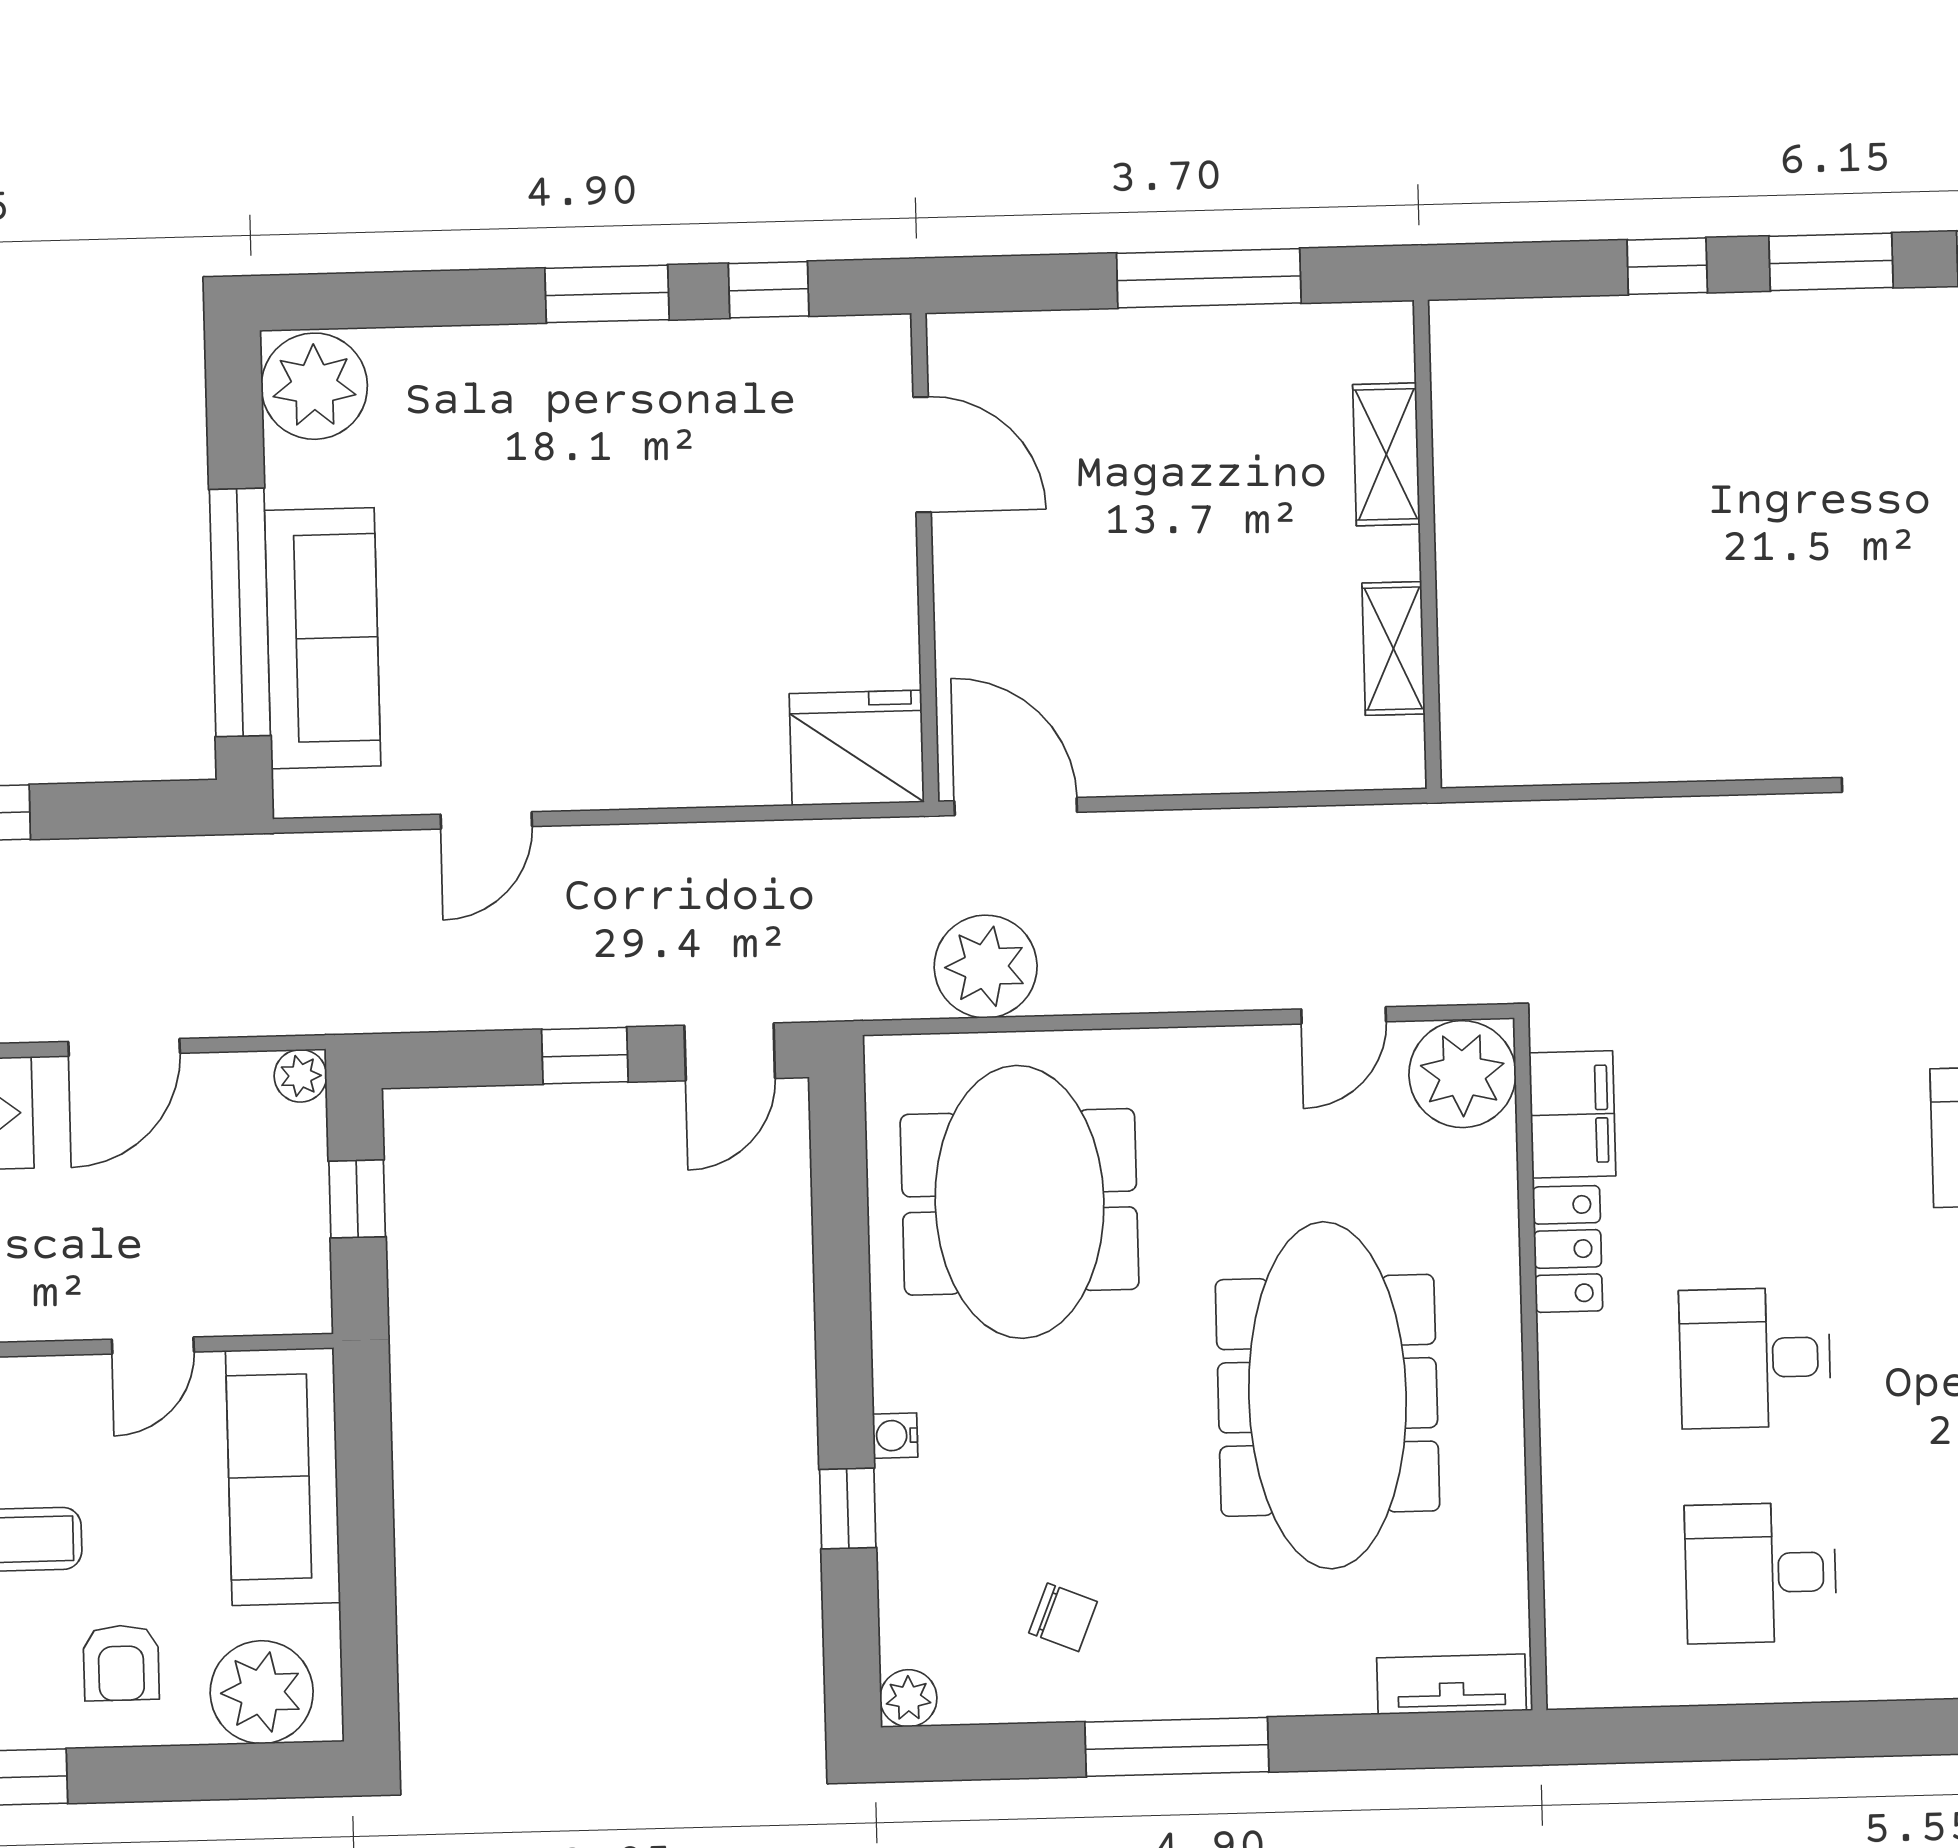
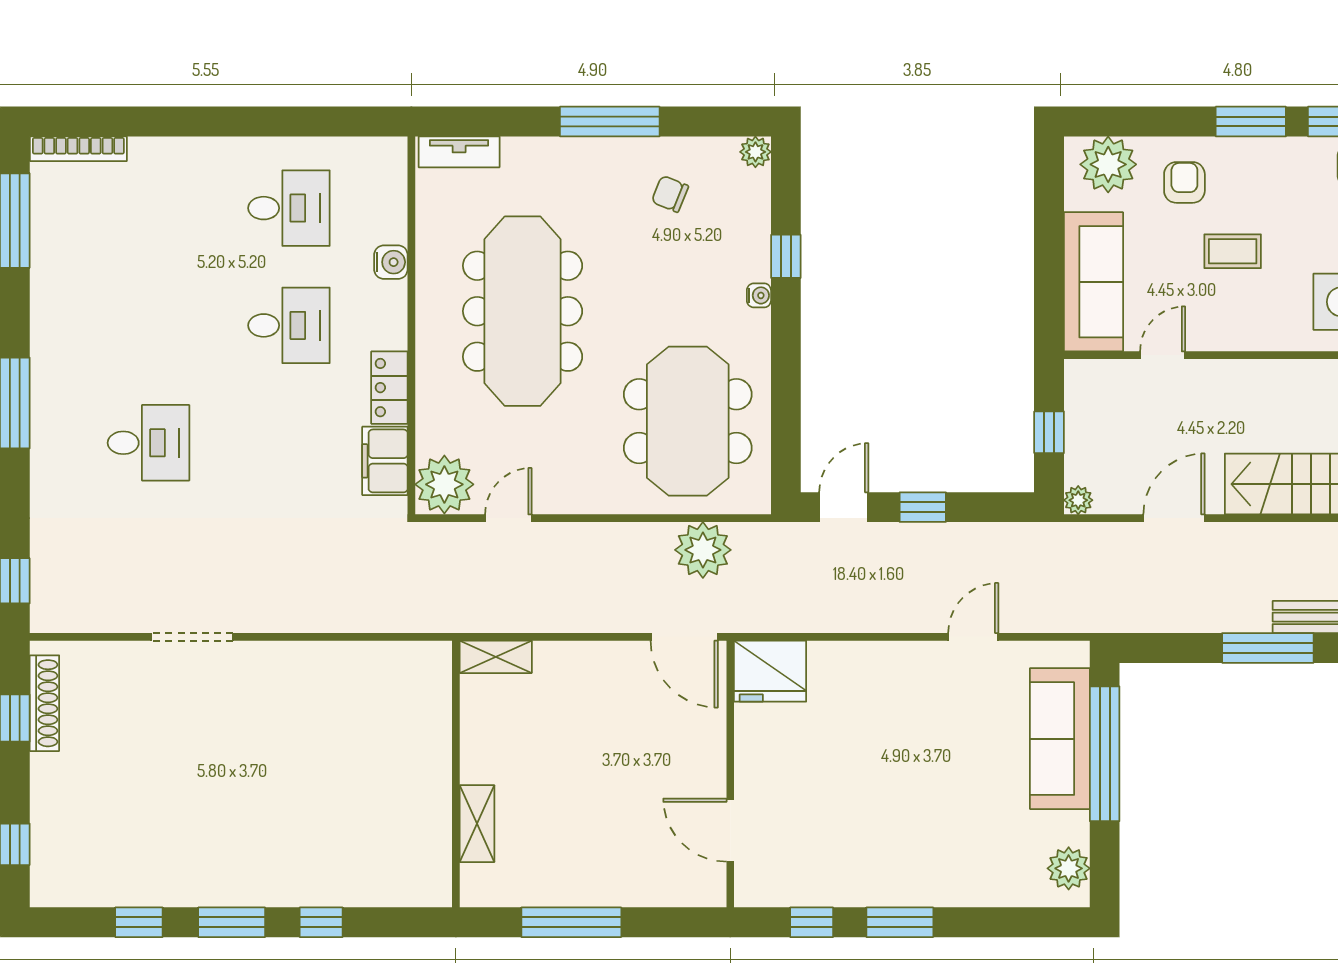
plant: (314, 386) -> (1069, 868), width x0.73, depth x0.73
shelving: (1393, 649) -> (496, 657), moved, turned 90
water cooler: (1571, 1479) -> (391, 262), added

